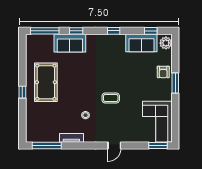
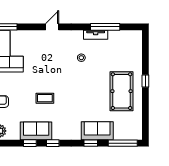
window: (151, 31) -> (30, 143), moved
sofa: (141, 43) -> (36, 131), moved
coffee table: (111, 98) -> (45, 98), moved
window: (47, 146) -> (105, 27), moved

